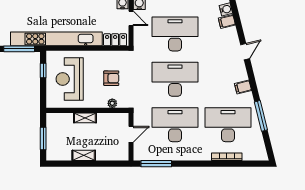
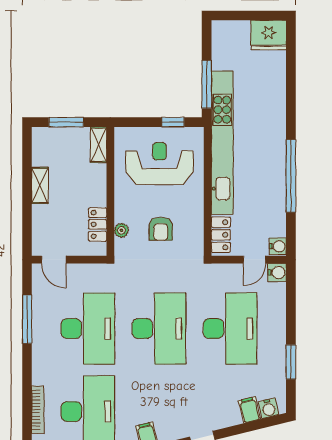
shelving: (85, 118) -> (99, 145), moved
locker: (109, 118) -> (98, 224), added
door: (131, 134) -> (54, 260), moved
window: (156, 164) -> (27, 319), moved

